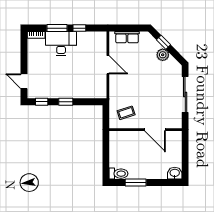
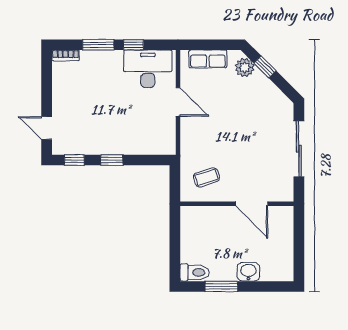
desk: (61, 43) -> (148, 69), moved
plant: (163, 55) -> (245, 67), moved
washbasin: (175, 173) -> (248, 272), moved

